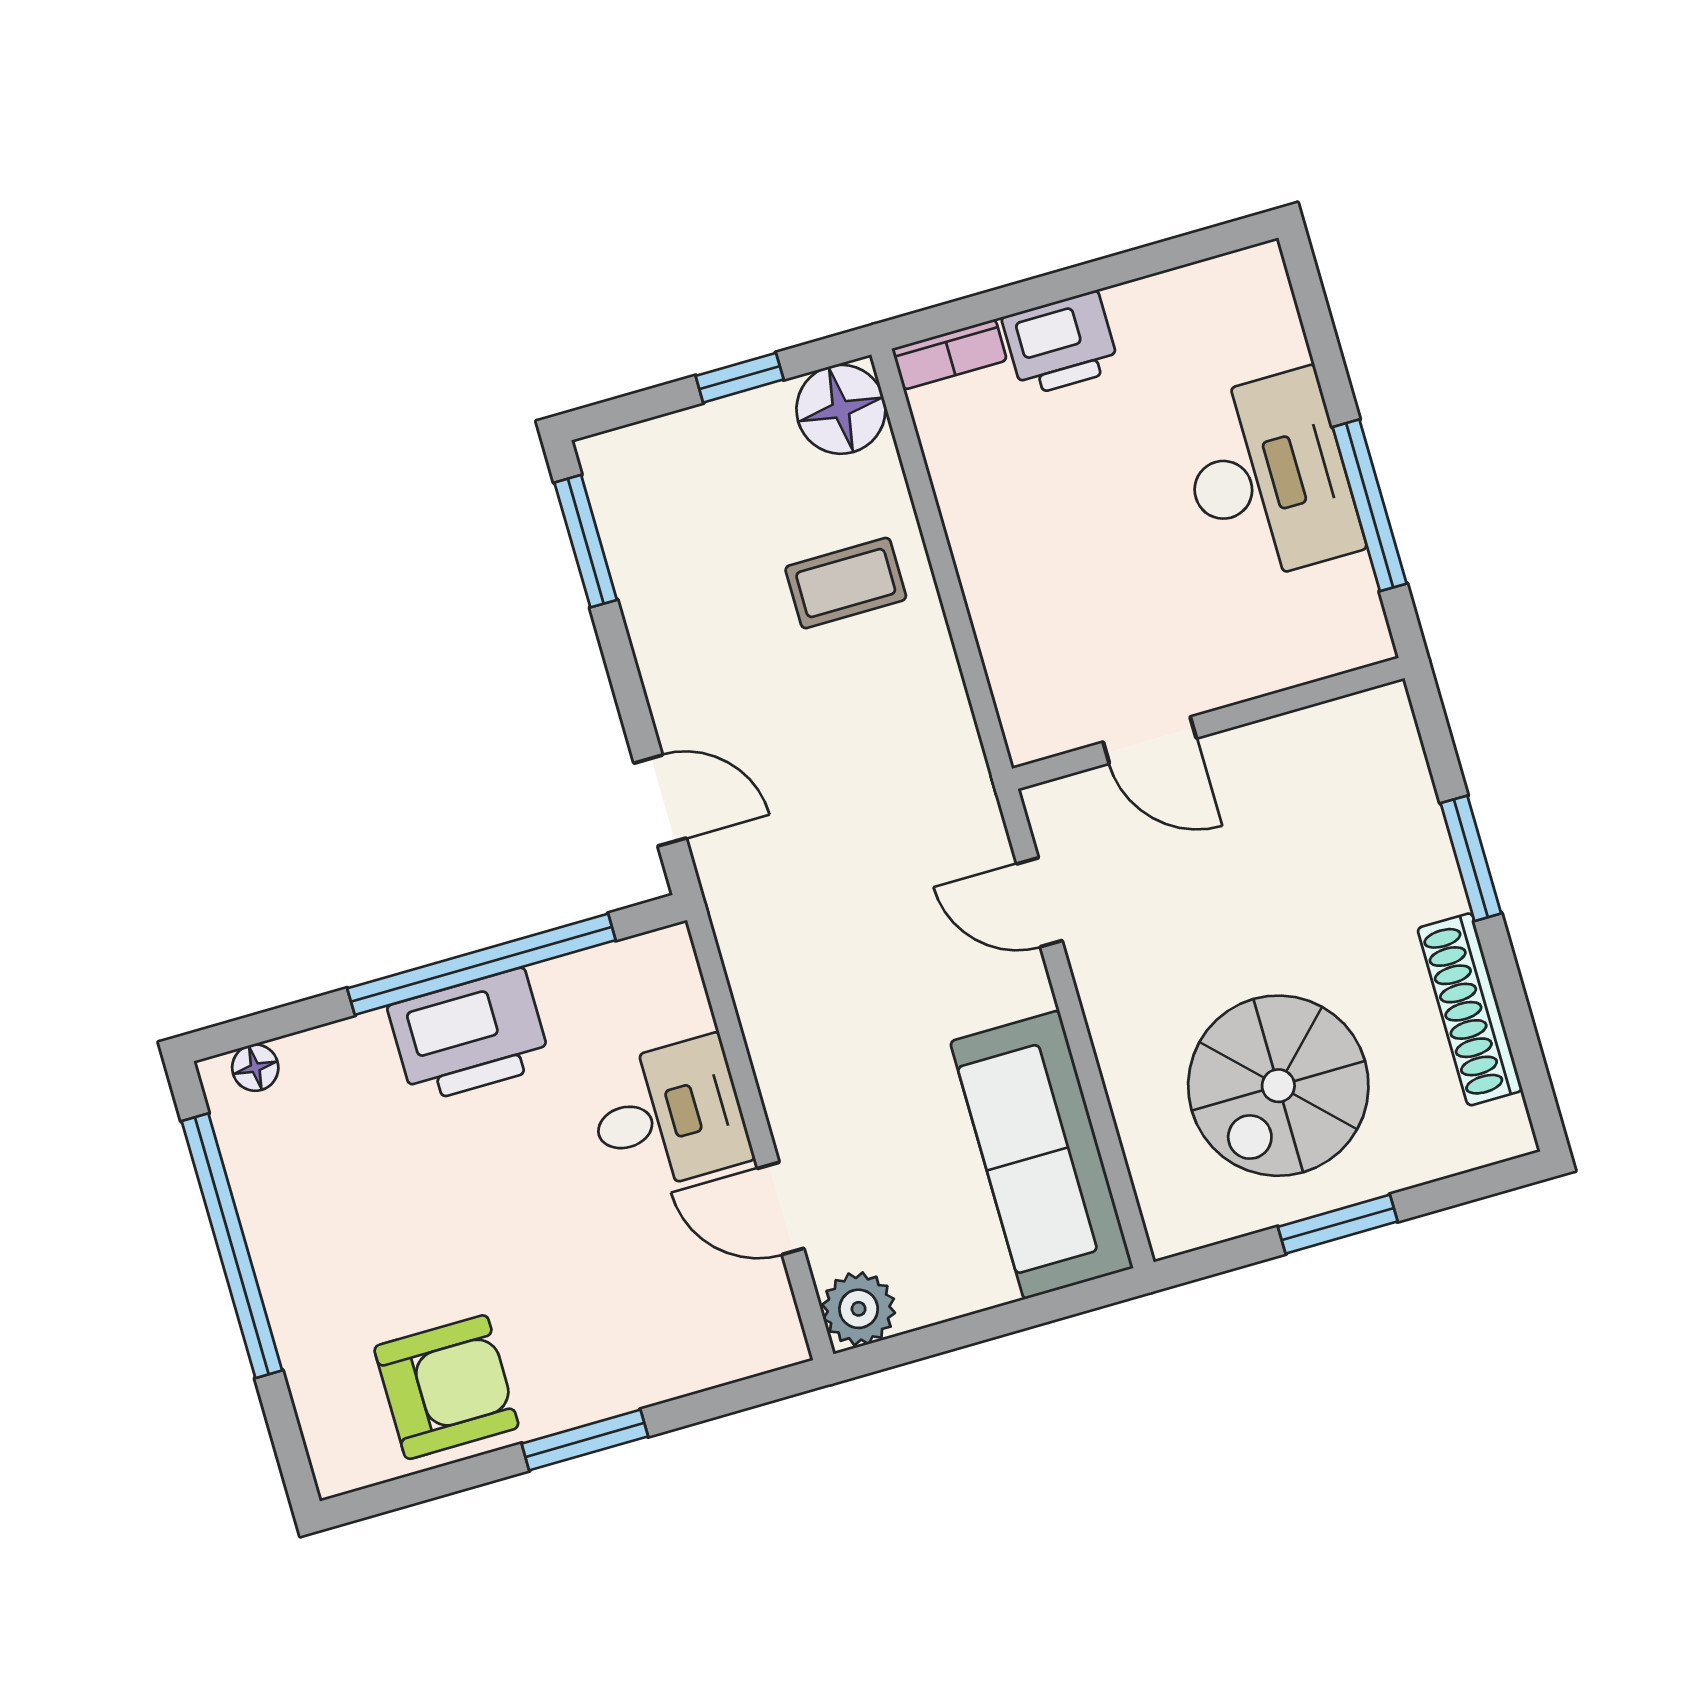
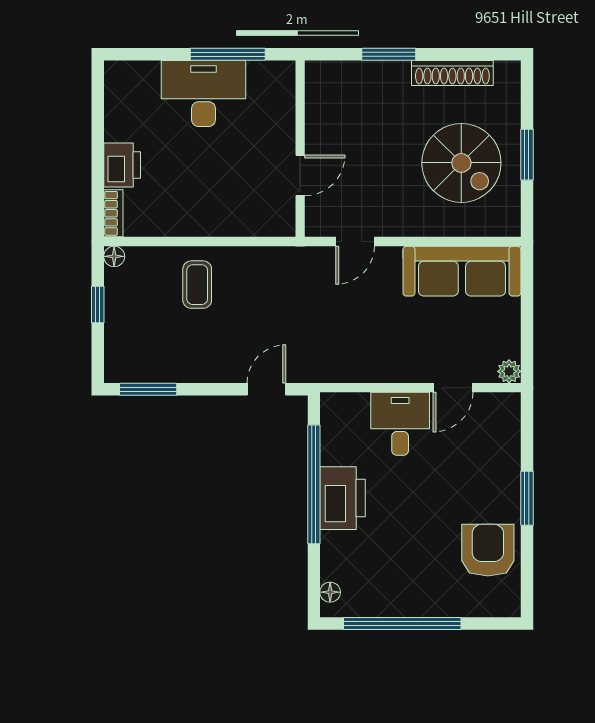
floor lamp: (841, 409) -> (114, 256), width x0.53, depth x0.53
plant: (859, 1309) -> (509, 371), width x0.73, depth x0.73

